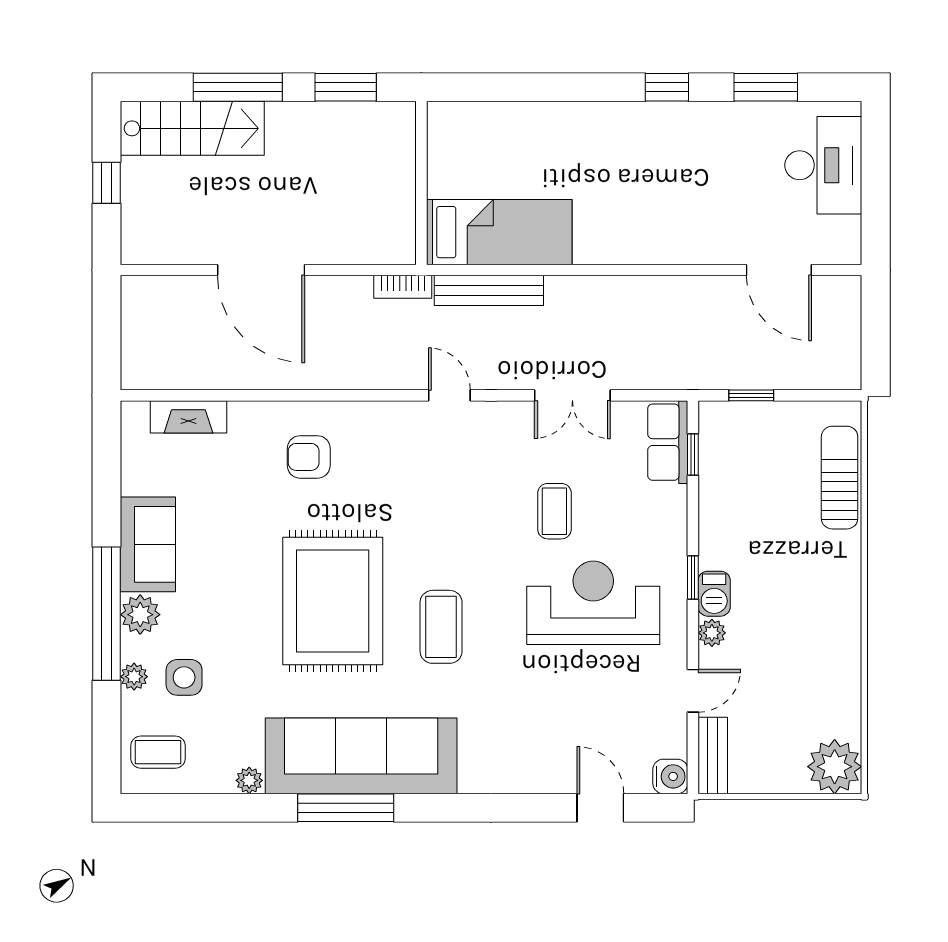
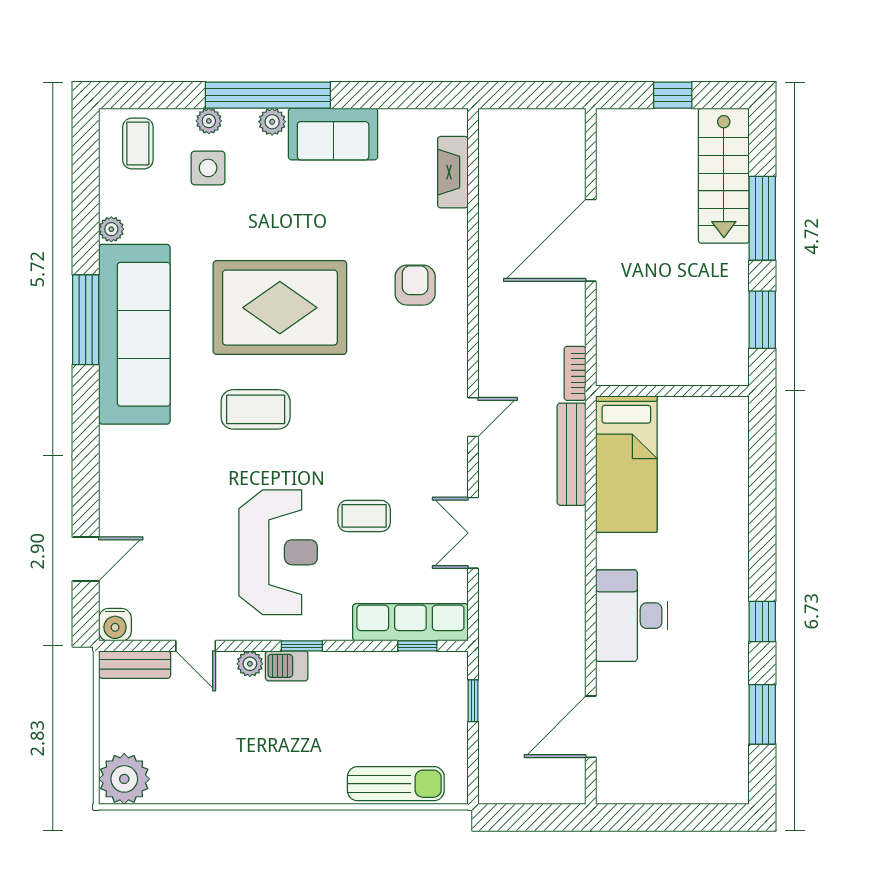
desk: (823, 165) -> (632, 616), moved, turned 90
row of seats: (668, 442) -> (410, 622), width x1.48
plant: (140, 615) -> (272, 122), width x0.73, depth x0.73

